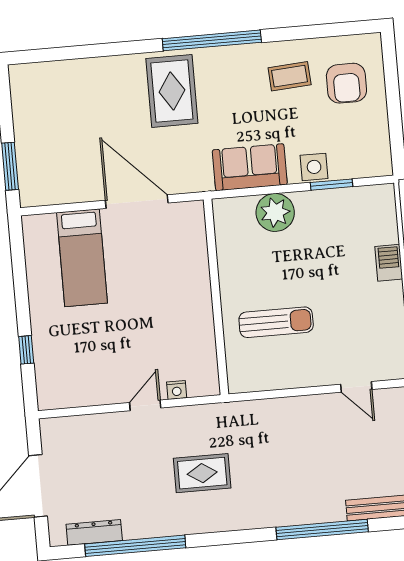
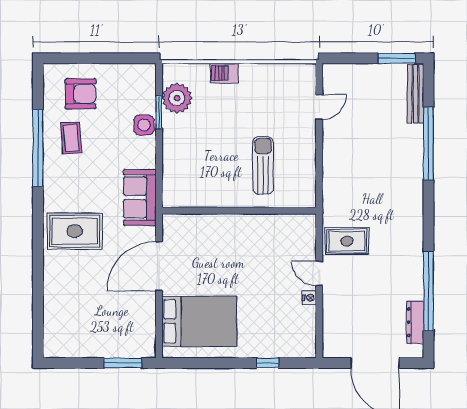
window: (212, 40) -> (38, 148), moved
sofa: (250, 167) -> (140, 197), moved
plant: (275, 212) -> (177, 98), moved
bed: (82, 258) -> (199, 321), width x1.50
nightstand: (177, 390) -> (309, 298), moved
rug: (202, 473) -> (347, 241), moved, turned 90

